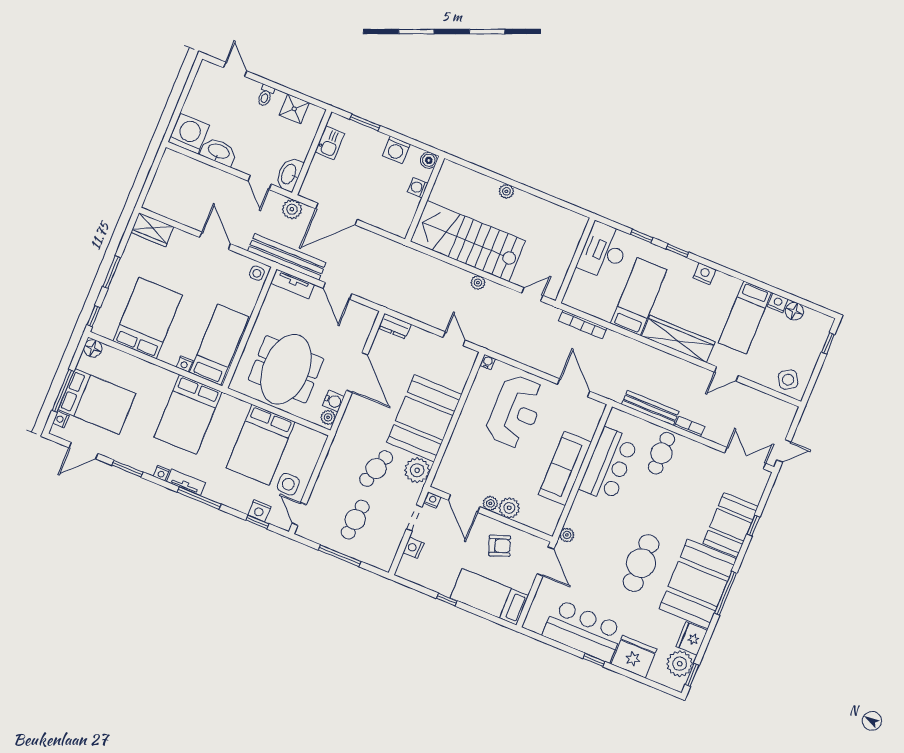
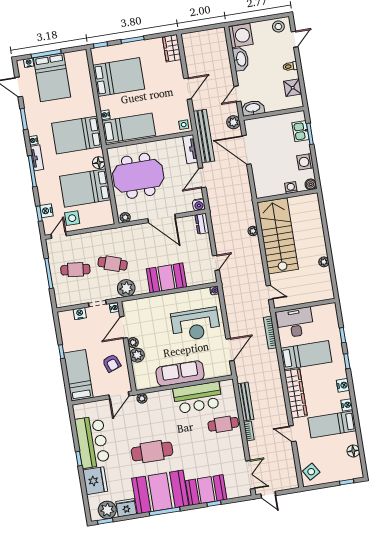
stool: (207, 80) -> (278, 27), added
kitchen sink: (330, 143) -> (301, 131), moved, turned 90
plant: (506, 191) -> (324, 262), moved
desk: (604, 251) -> (295, 323), moved
plant: (478, 283) -> (253, 231), moved
nightstand: (778, 303) -> (347, 405), moved
floor lamp: (93, 348) -> (99, 163), moved
door: (357, 373) -> (162, 218), hinge flipped
water cooler: (333, 401) -> (199, 205), moved
booth: (424, 418) -> (166, 278), width x0.73, depth x0.70

